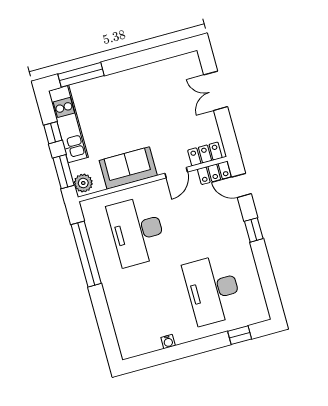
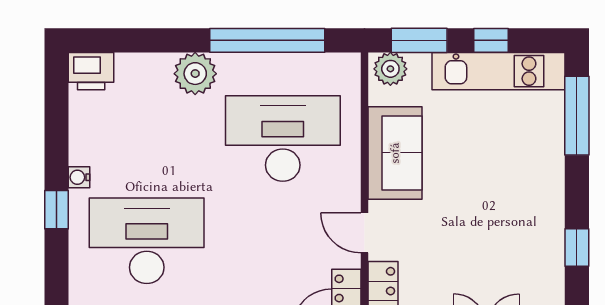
window: (153, 55) -> (577, 247), added
plant: (115, 288) -> (195, 74), added
window: (240, 335) -> (56, 210), moved
water cooler: (168, 342) -> (79, 177), moved
printer: (129, 345) -> (91, 71), added

